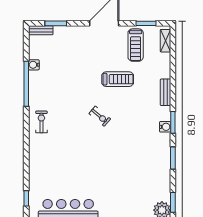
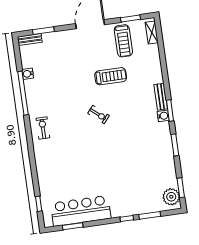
bench: (165, 92) -> (161, 97), moved

